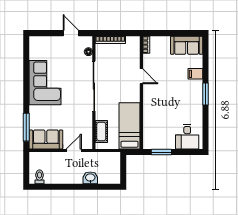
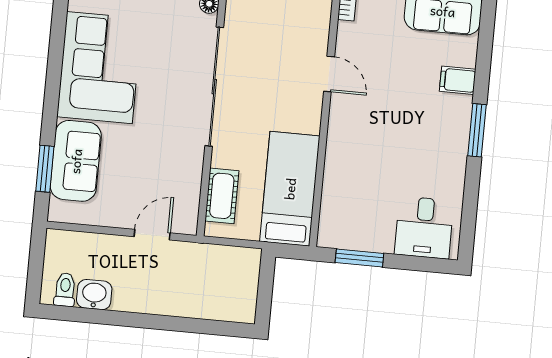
window: (26, 127) -> (45, 169), width x0.69
sofa: (46, 139) -> (76, 161), moved, turned 90
washbasin: (90, 178) -> (94, 295), moved

